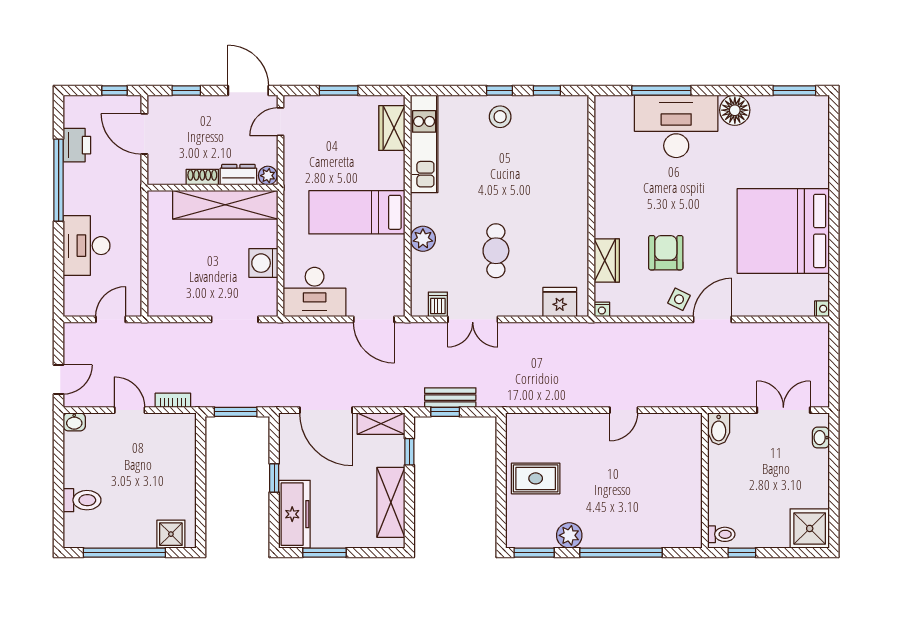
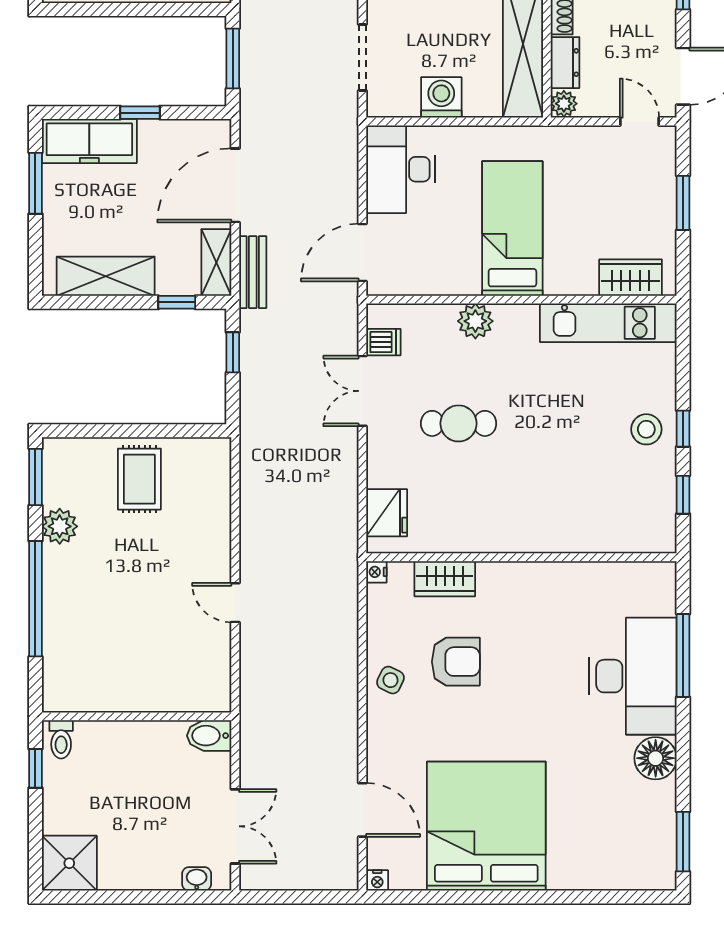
door: (712, 319) -> (362, 810), moved
bench: (450, 398) -> (253, 272), moved

